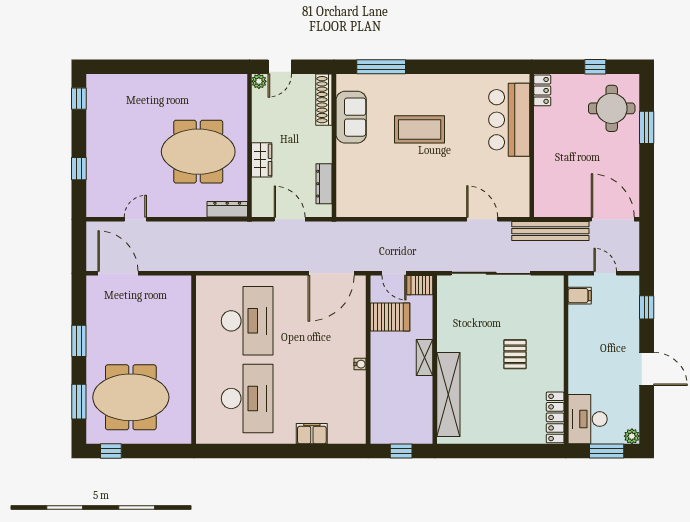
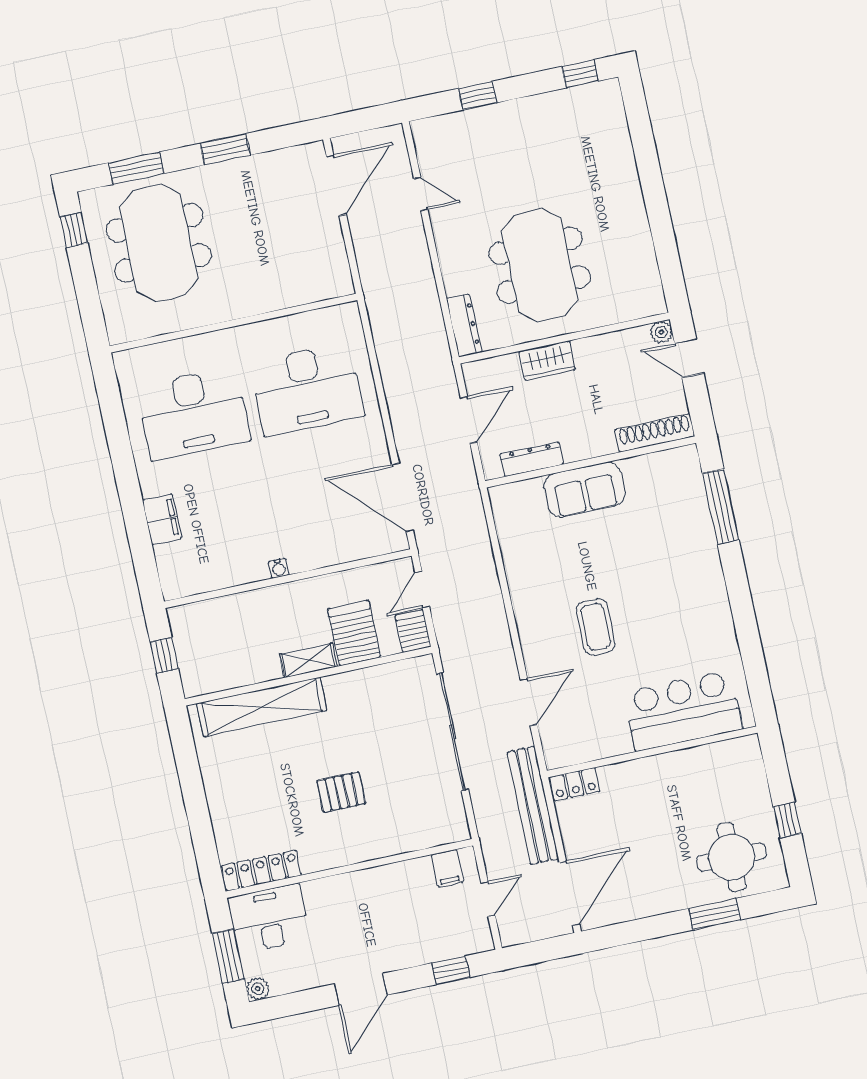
locker: (542, 90) -> (575, 784), moved
sofa: (351, 117) -> (584, 490), moved
coffee table: (420, 129) -> (596, 627), moved, width x0.73, depth x0.76
server rack: (390, 317) -> (354, 633), moved, turned 180

